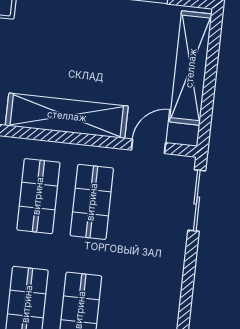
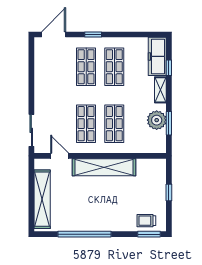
door: (149, 146) -> (60, 156), swing flipped

